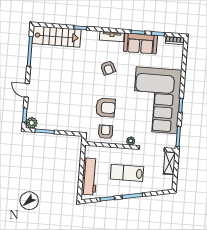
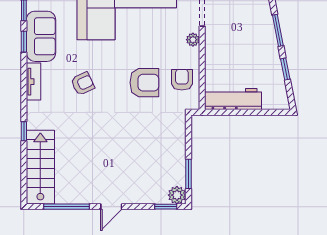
door: (27, 90) -> (111, 207), moved
armchair: (106, 108) -> (144, 83), turned 90
armchair: (106, 132) -> (182, 80), turned 90
lab bench: (127, 173) -> (243, 41), removed
workbench: (89, 176) -> (233, 99), moved

